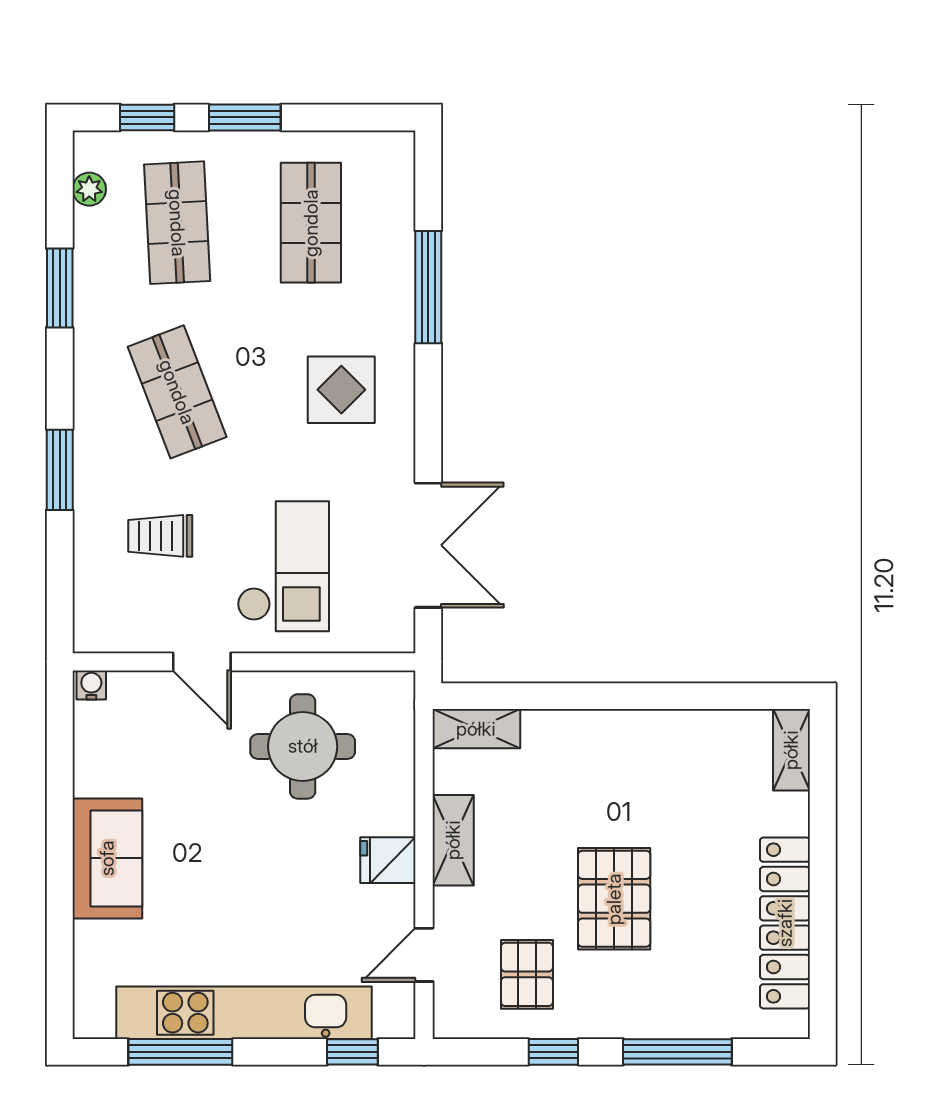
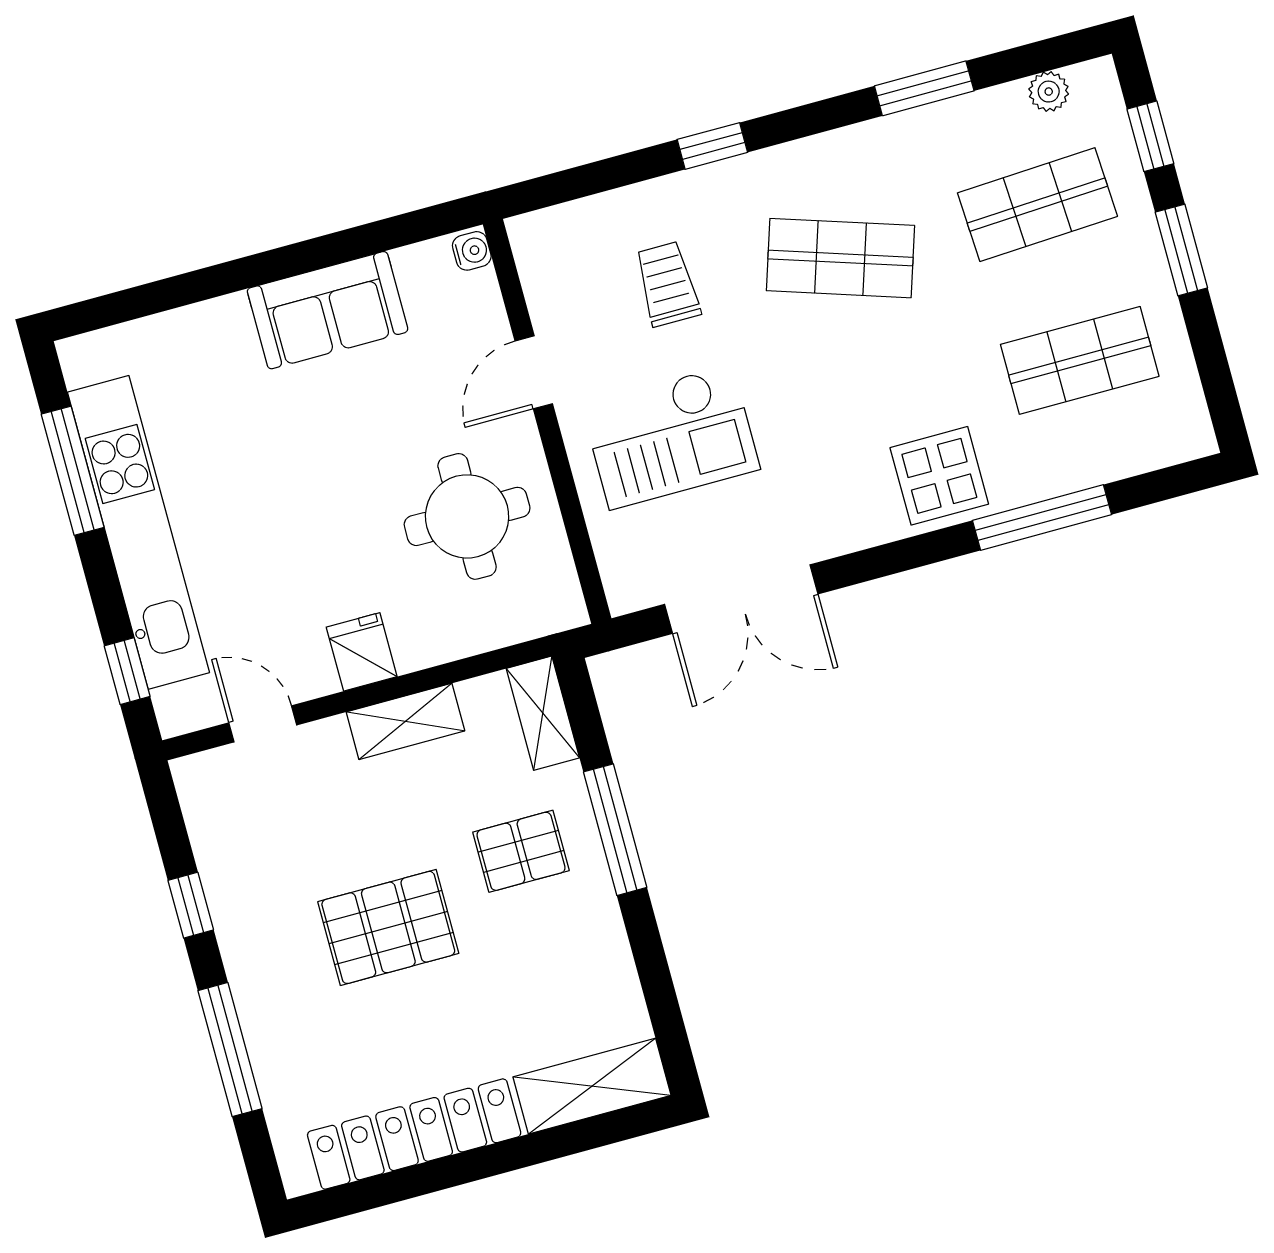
display table: (341, 390) -> (939, 476), moved
shop shelf: (177, 392) -> (840, 258), turned 39
window: (60, 470) -> (712, 146), width x0.67
window: (585, 696) -> (615, 830), added
shelving: (791, 750) -> (592, 1086), width x1.50, depth x1.33
sofa: (107, 858) -> (328, 310), moved
pallet: (527, 974) -> (521, 851), moved

